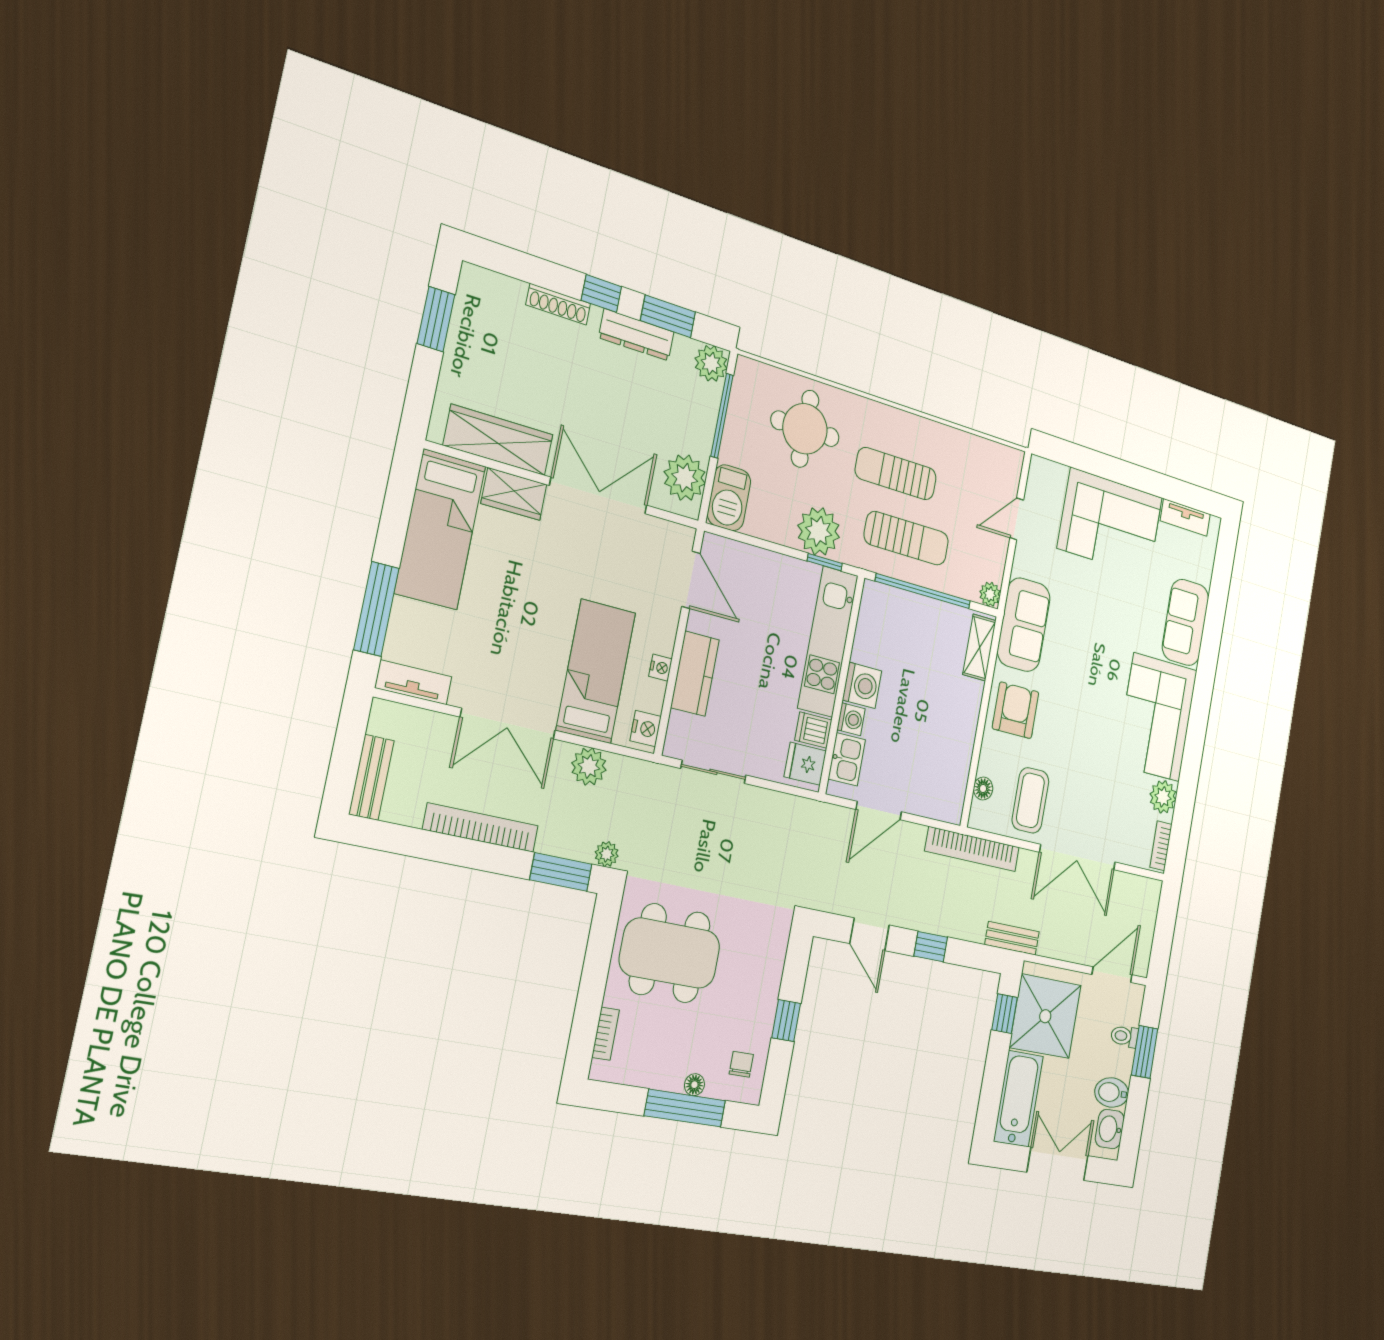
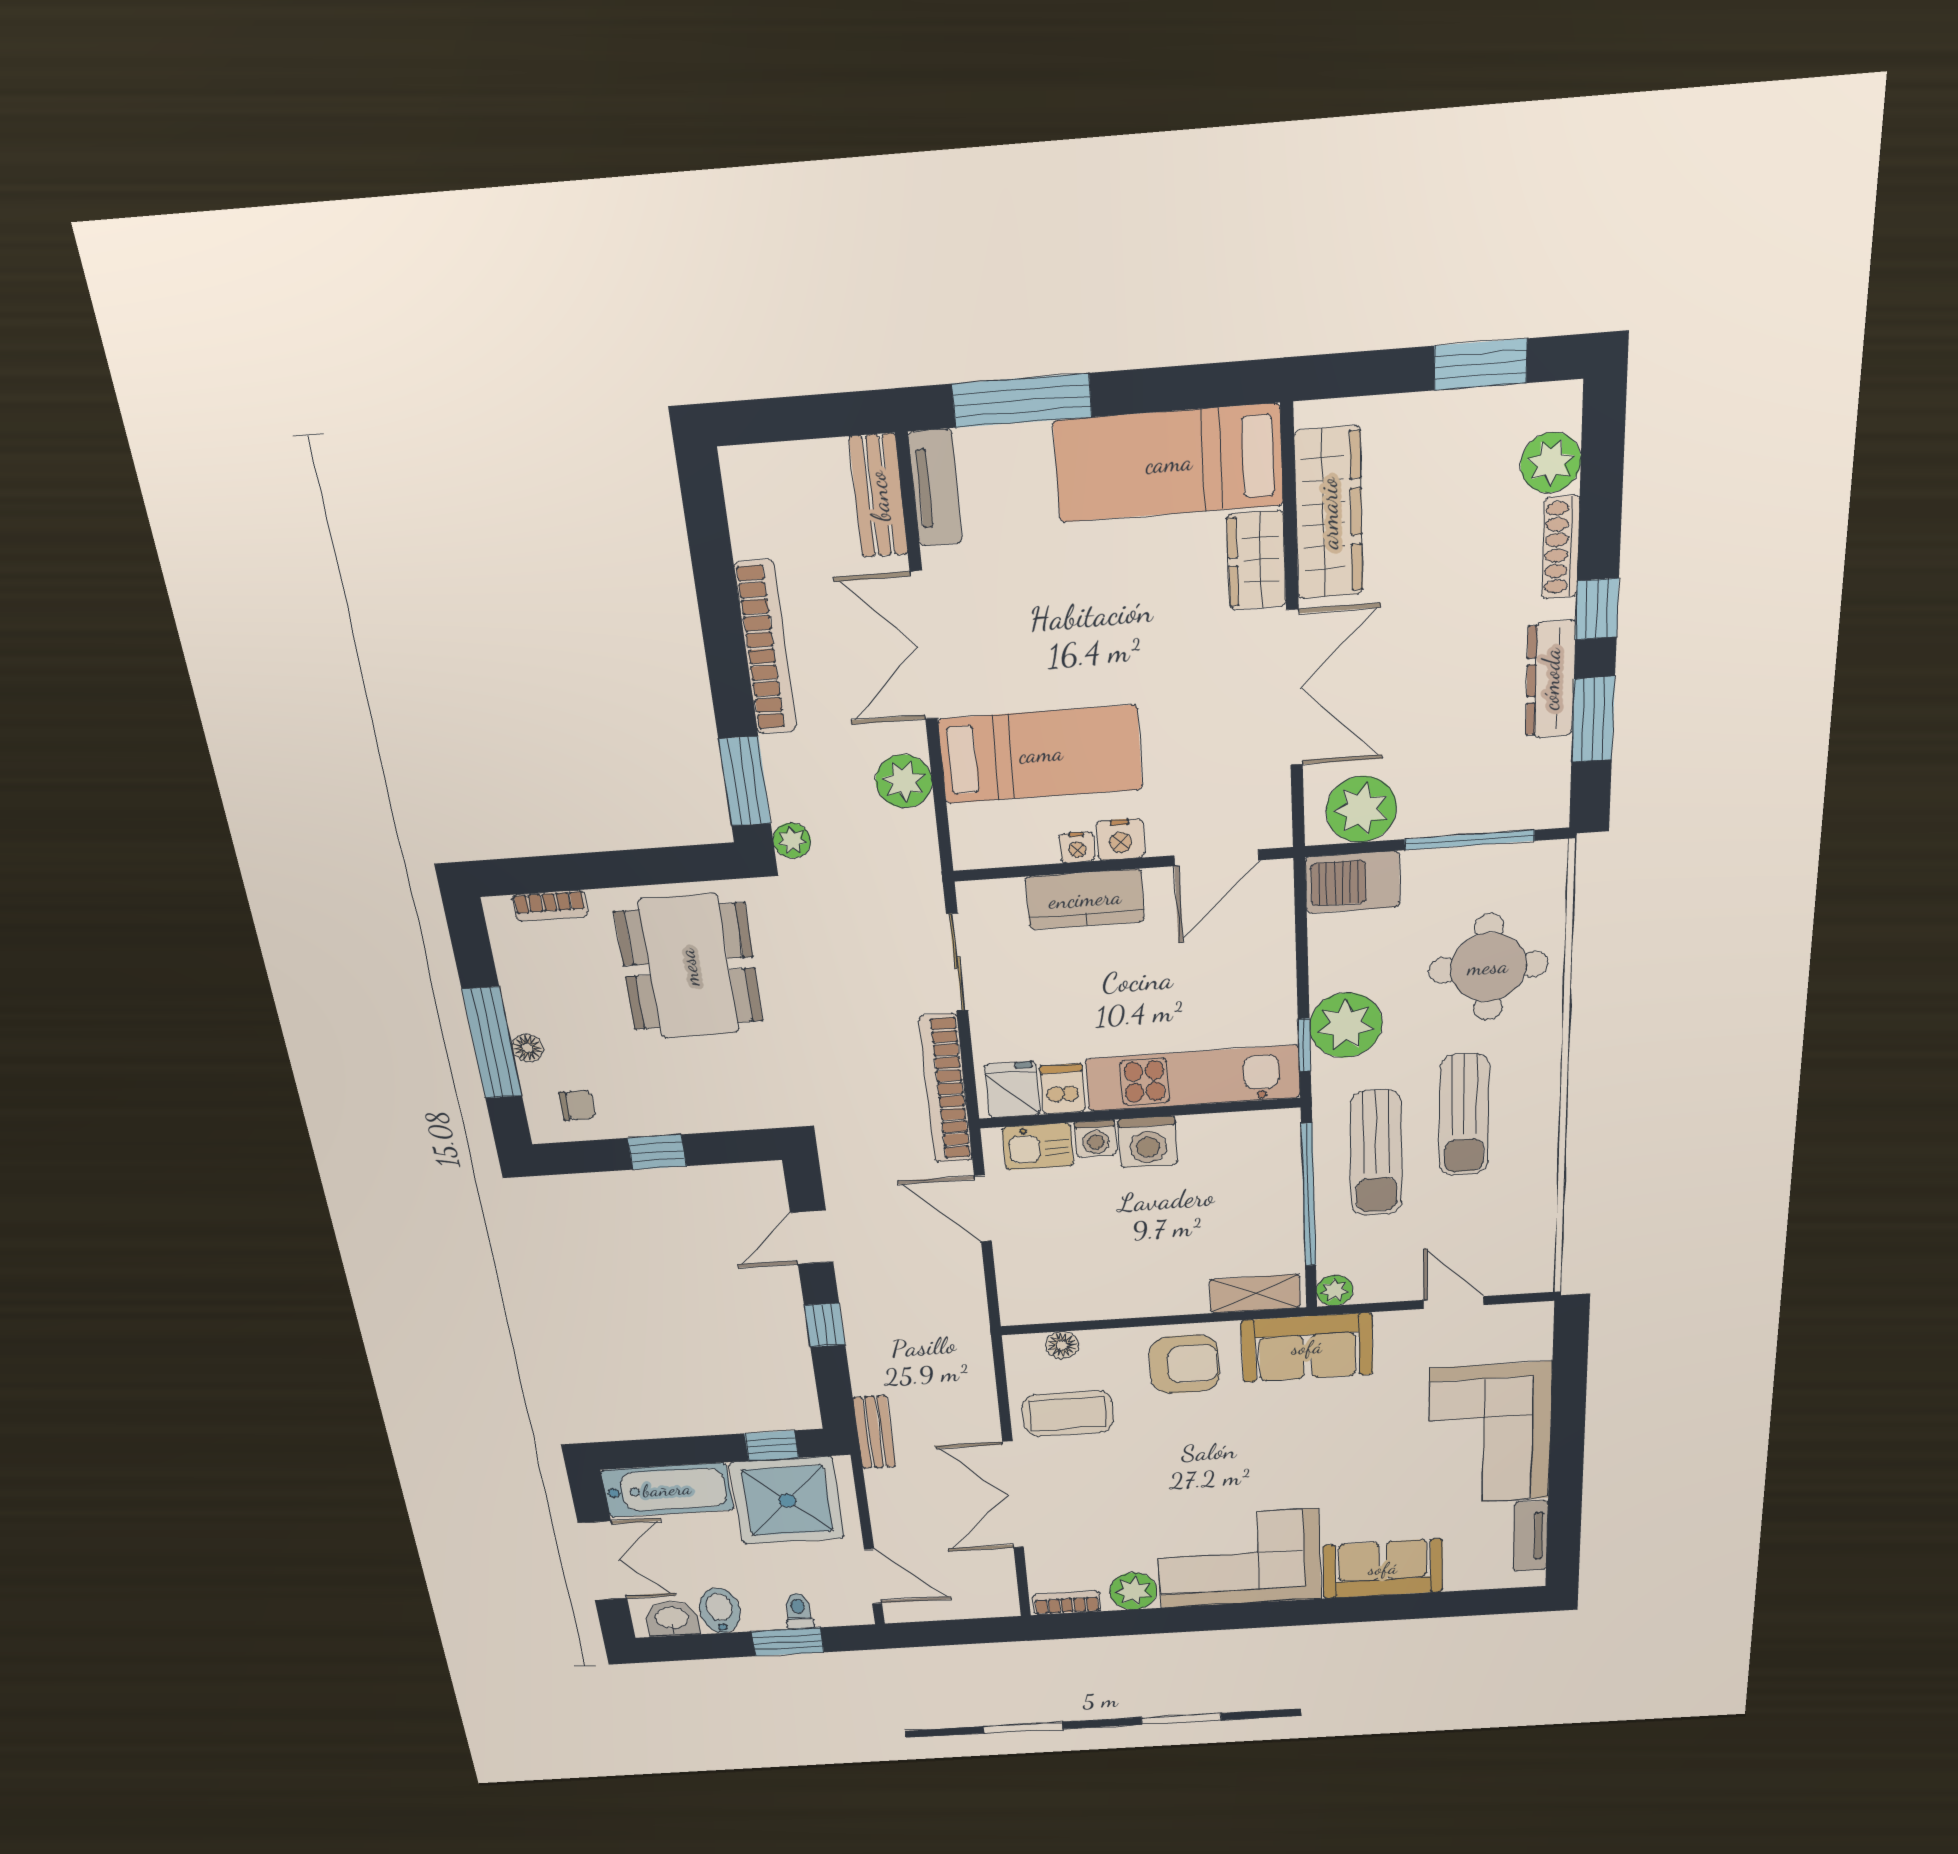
plant: (711, 363) -> (1551, 463), moved
sun lounger: (896, 474) -> (1464, 1115), turned 180
nightstand: (646, 729) -> (1120, 839), moved
bench: (371, 777) -> (879, 496), moved, turned 90
bookcase: (972, 849) -> (946, 1089), moved

